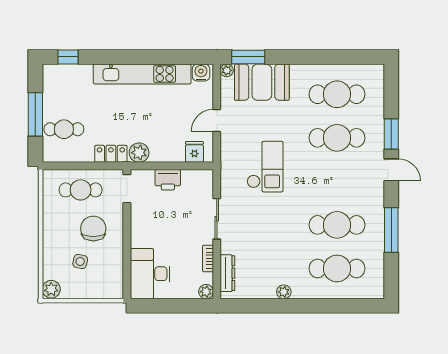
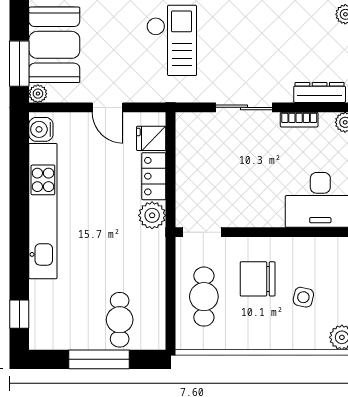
locker: (111, 154) -> (154, 176), moved
checkout: (265, 167) -> (172, 40), turned 90
printer: (168, 180) -> (190, 175), removed

